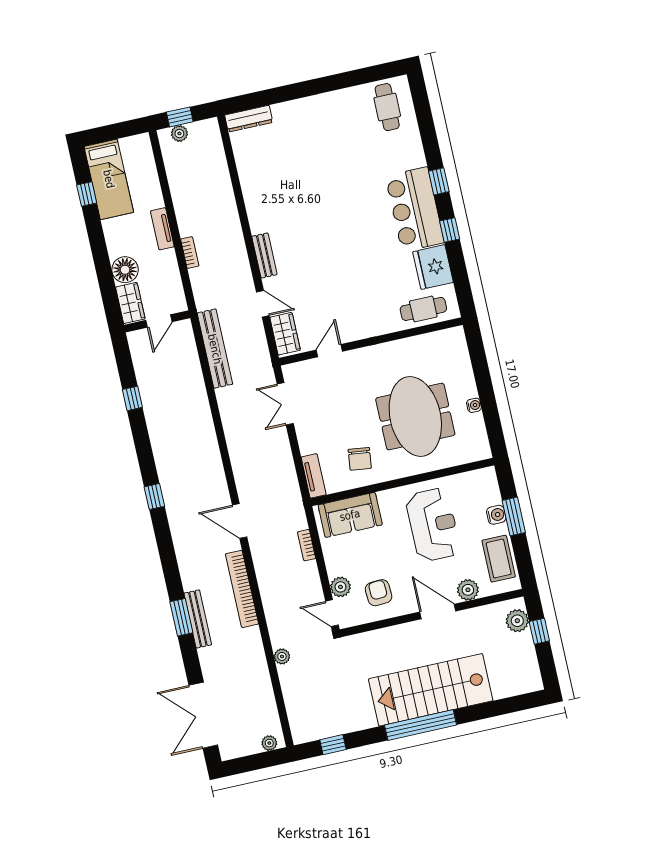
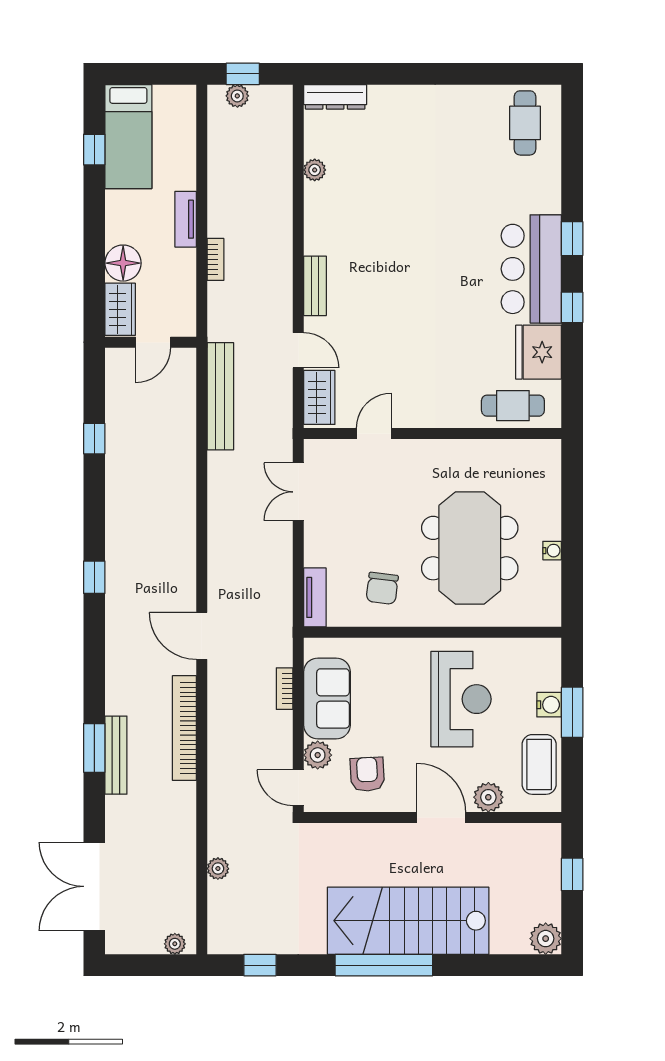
plant: (246, 174) -> (315, 170), added
sofa: (350, 515) -> (327, 698), moved, turned -90
plant: (517, 621) -> (546, 939), moved
plant: (282, 656) -> (218, 869), moved

